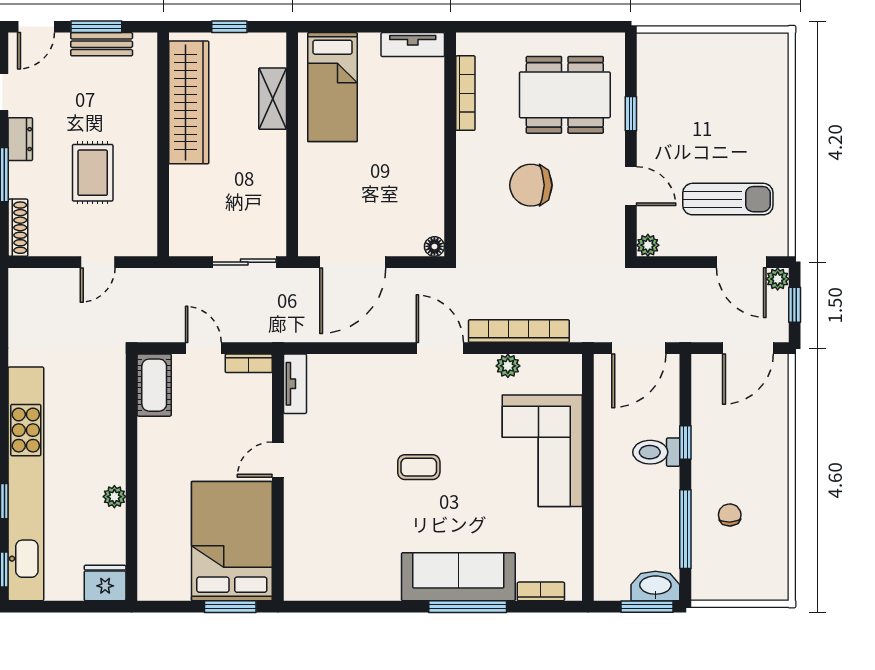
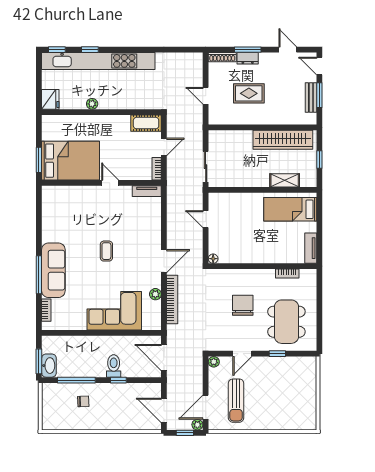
bookcase: (465, 93) -> (287, 274), width x0.64
dresser: (20, 139) -> (248, 58), moved
door: (353, 262) -> (206, 219), width x0.53

